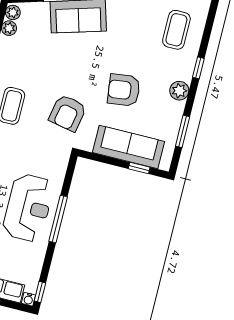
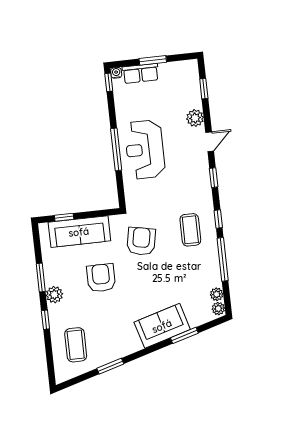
armchair: (124, 90) -> (101, 278), turned -83
window: (183, 131) -> (41, 278), moved

